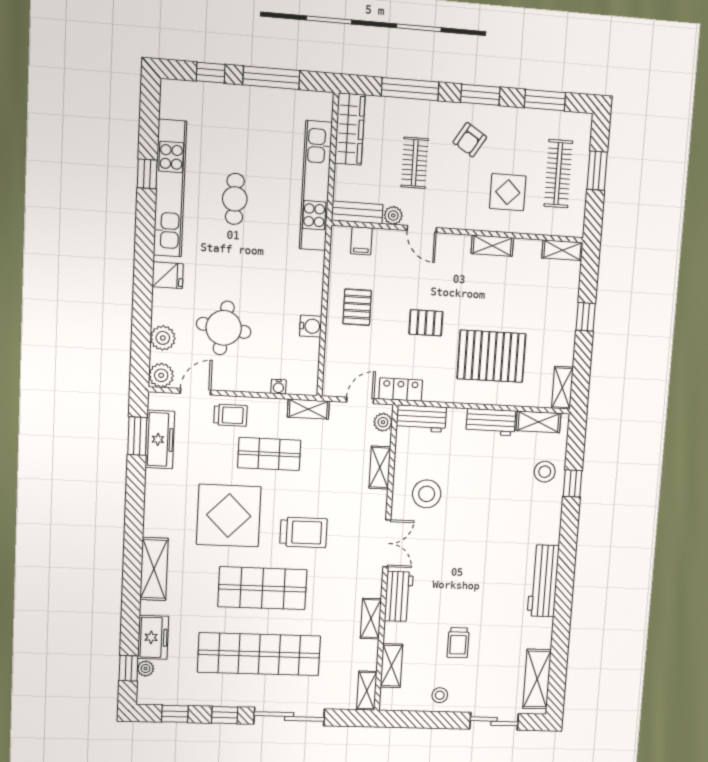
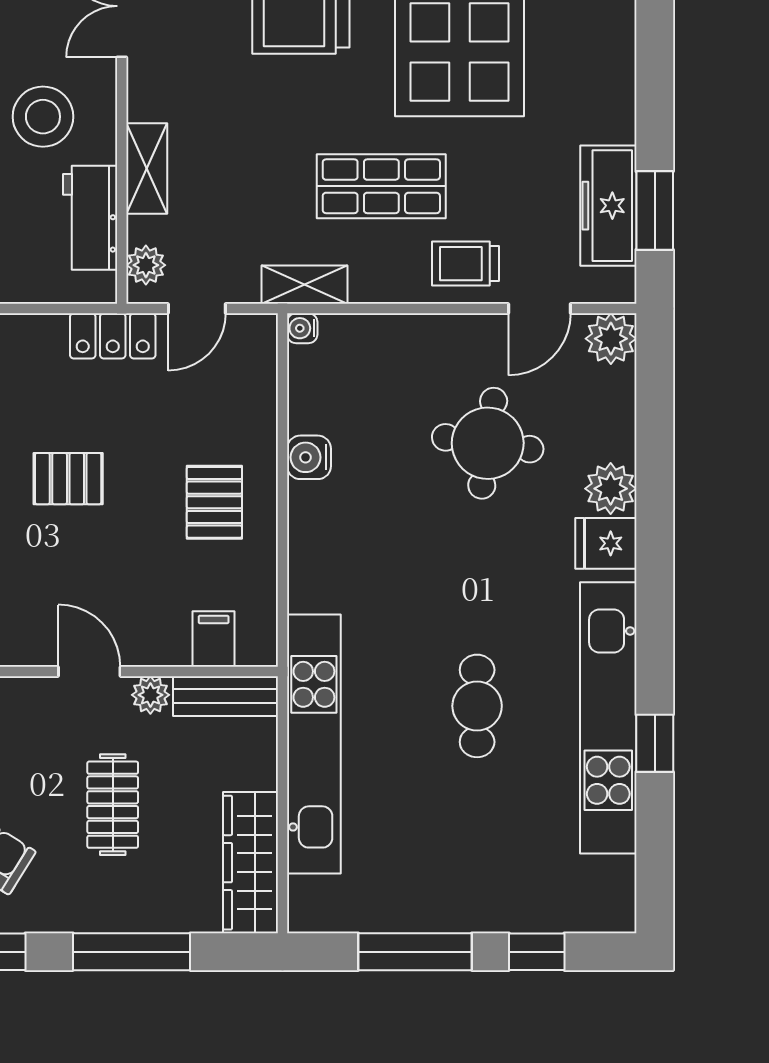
plant: (163, 338) -> (611, 489), moved
water cooler: (278, 387) -> (302, 328), moved, turned -90
workbench: (421, 419) -> (90, 218), moved, turned -90

